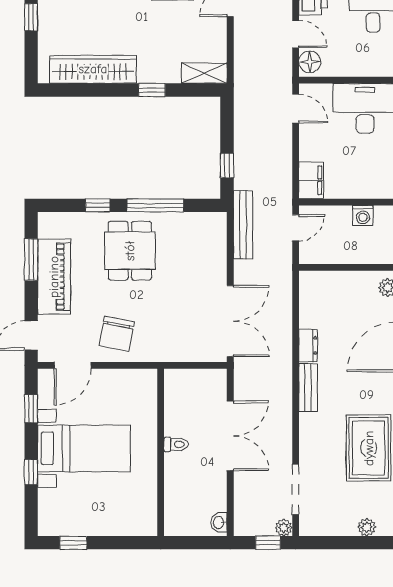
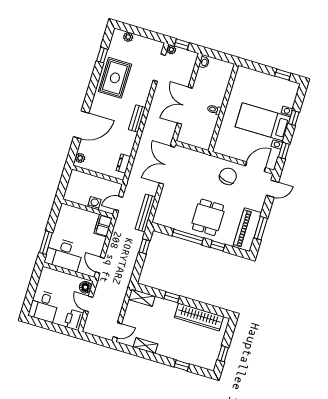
washing machine: (363, 215) -> (94, 203), moved
piano: (54, 277) -> (247, 230), moved
dresser: (308, 345) -> (123, 164), moved

